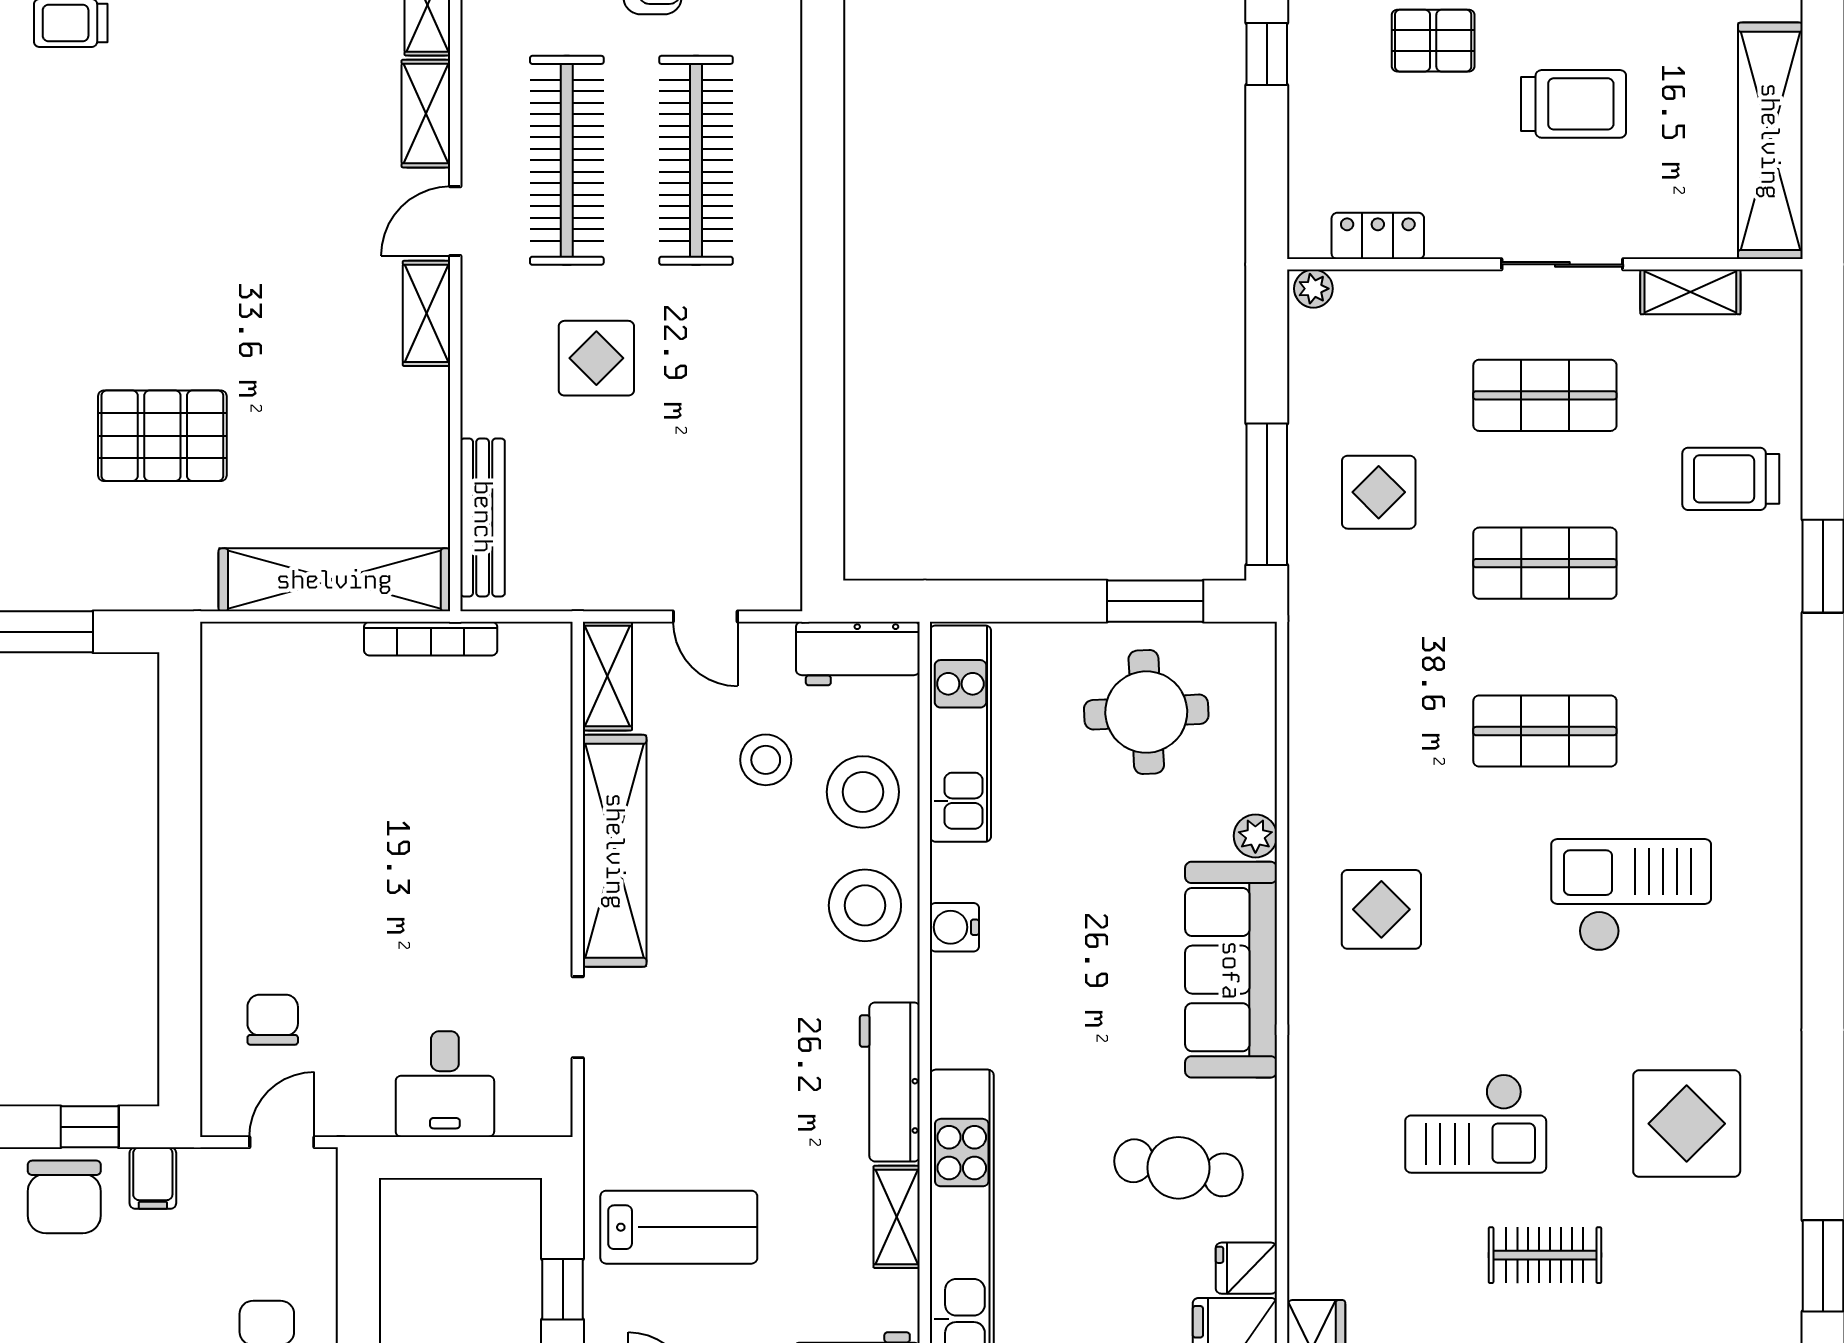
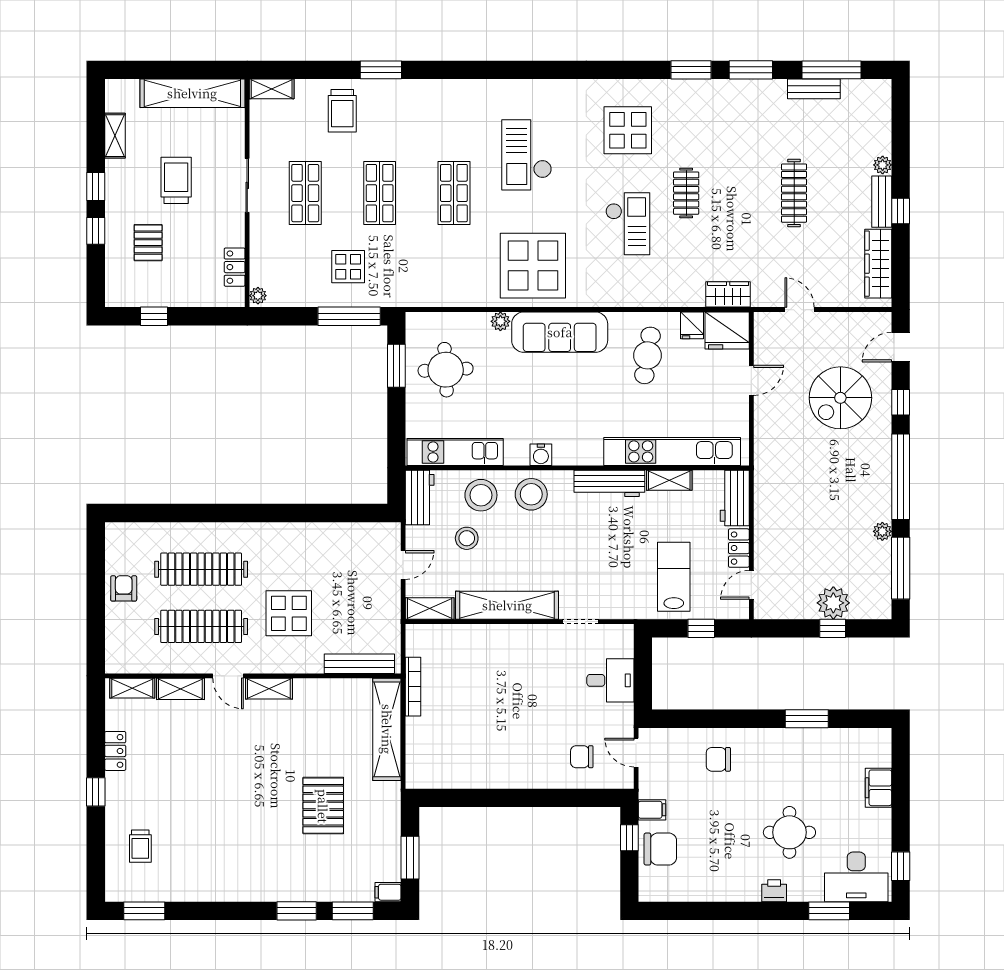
shelving: (1690, 292) -> (272, 89), moved, turned 90
display table: (596, 358) -> (289, 613), width x1.36, depth x1.36
display table: (1381, 909) -> (533, 266), width x1.86, depth x1.86

